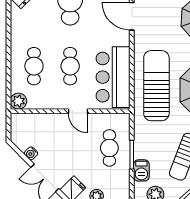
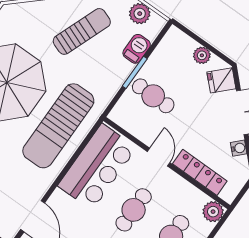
locker: (45, 120) -> (200, 172), added
cafe table: (109, 148) -> (153, 96), turned 90

